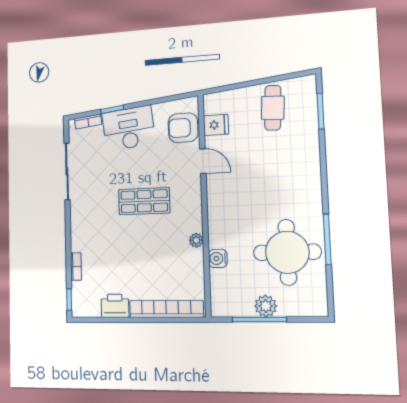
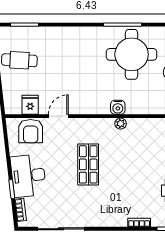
water cooler: (218, 258) -> (118, 107), moved

